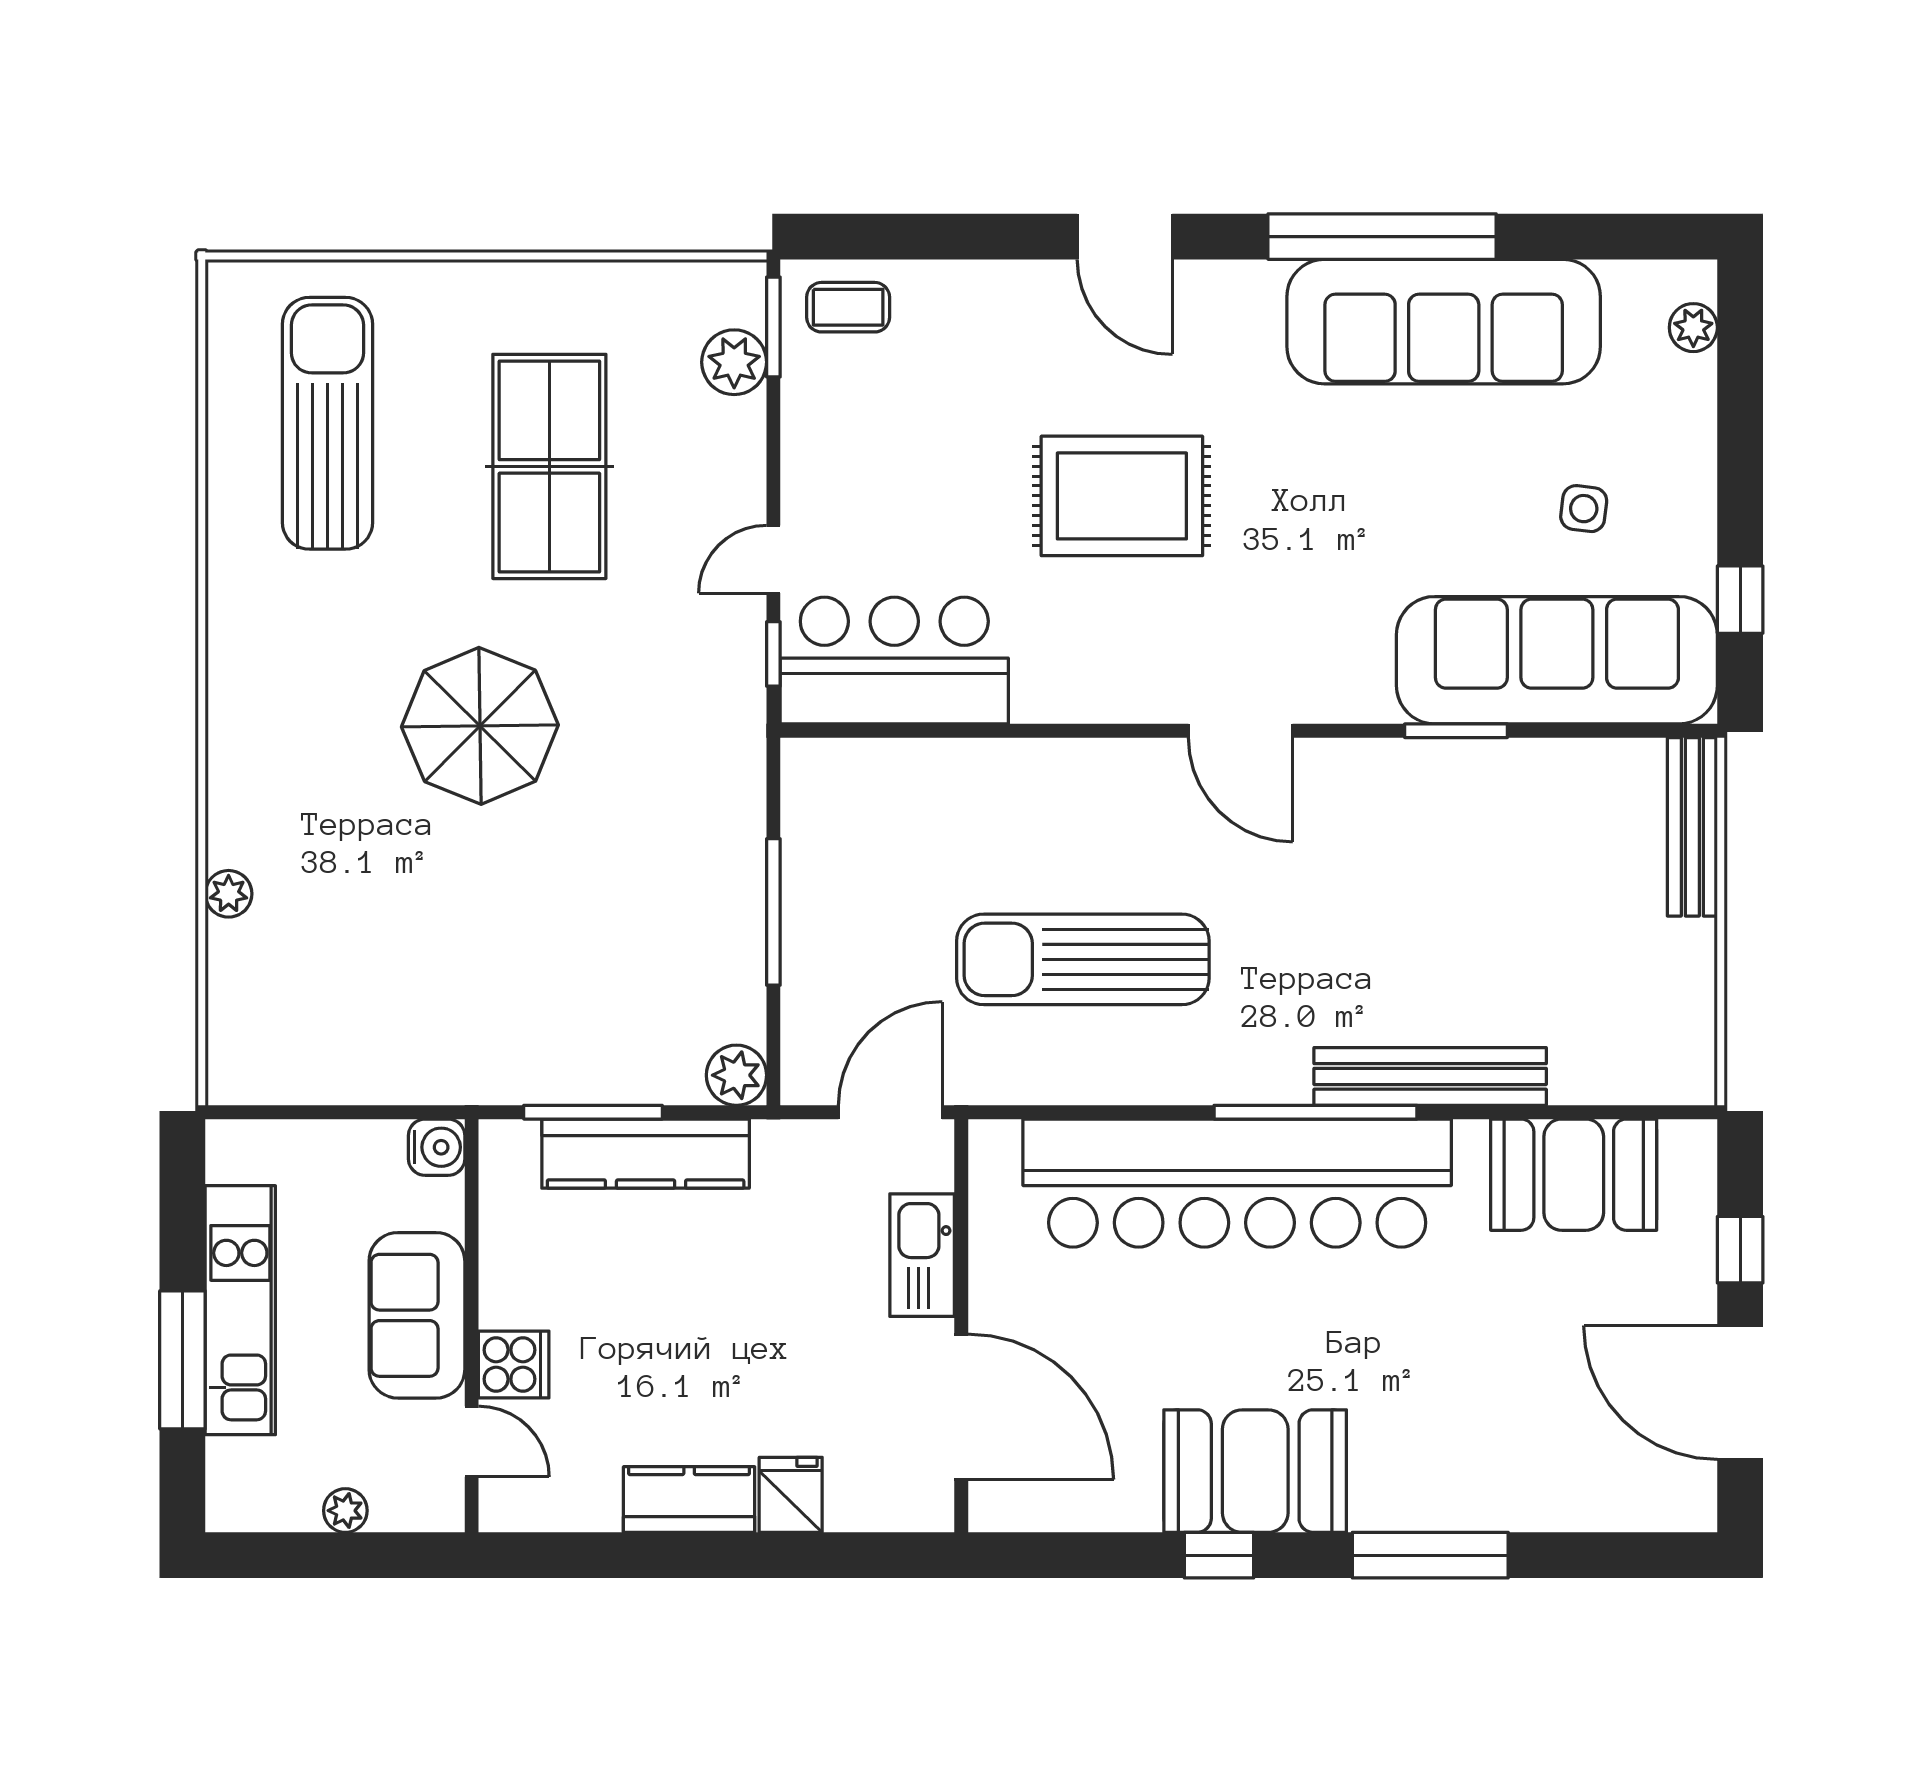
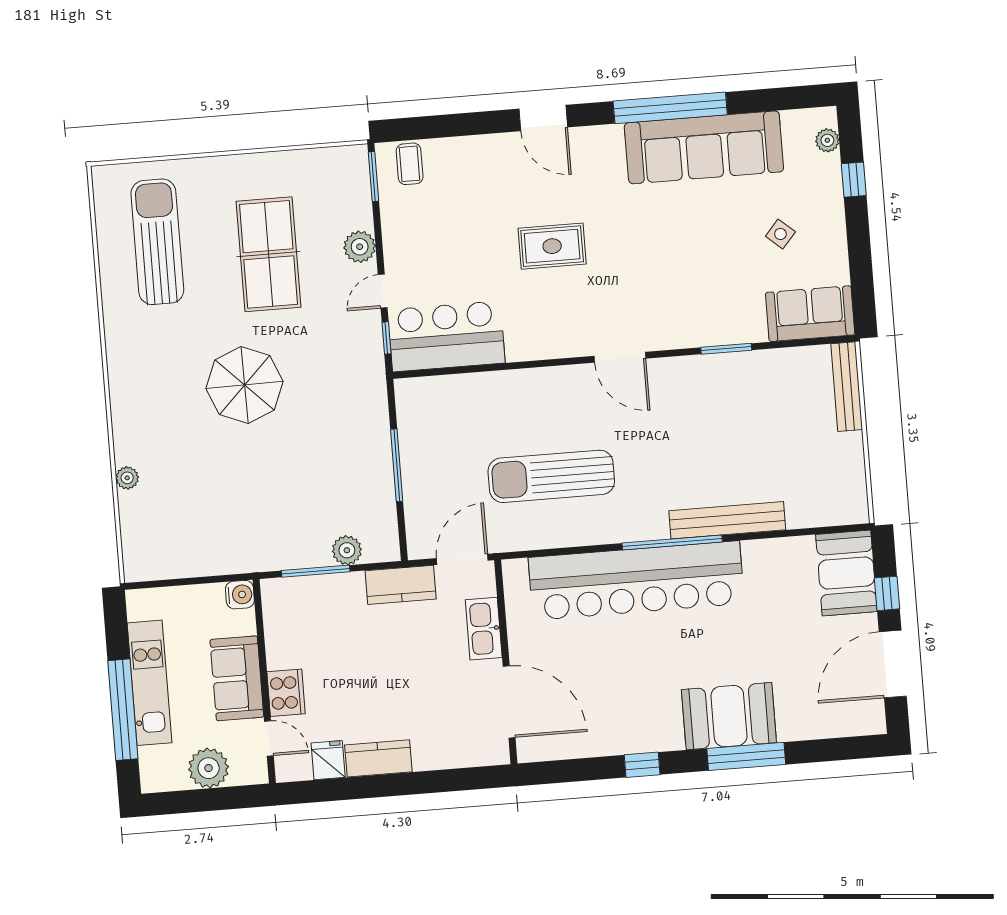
coffee table: (848, 307) -> (410, 164), turned 90
plant: (734, 362) -> (360, 247), moved
rug: (1122, 496) -> (552, 246), width x0.73, depth x0.70
side table: (1584, 509) -> (780, 234), turned 34
window: (1740, 600) -> (854, 180), moved
sofa: (1557, 660) -> (810, 314), width x0.54, depth x0.79
plant: (736, 1075) -> (347, 550), moved
kitchen counter: (646, 1154) -> (401, 585), moved, width x0.67
booth: (1574, 1175) -> (846, 573), moved, turned 90
window: (182, 1360) -> (123, 710), width x1.46
cooker: (514, 1364) -> (286, 693), width x1.36
door: (1740, 1393) -> (893, 664), hinge flipped
booth: (1255, 1471) -> (729, 716), moved
fridge: (791, 1495) -> (328, 760), moved
plant: (345, 1511) -> (209, 768), width x1.87, depth x1.87

